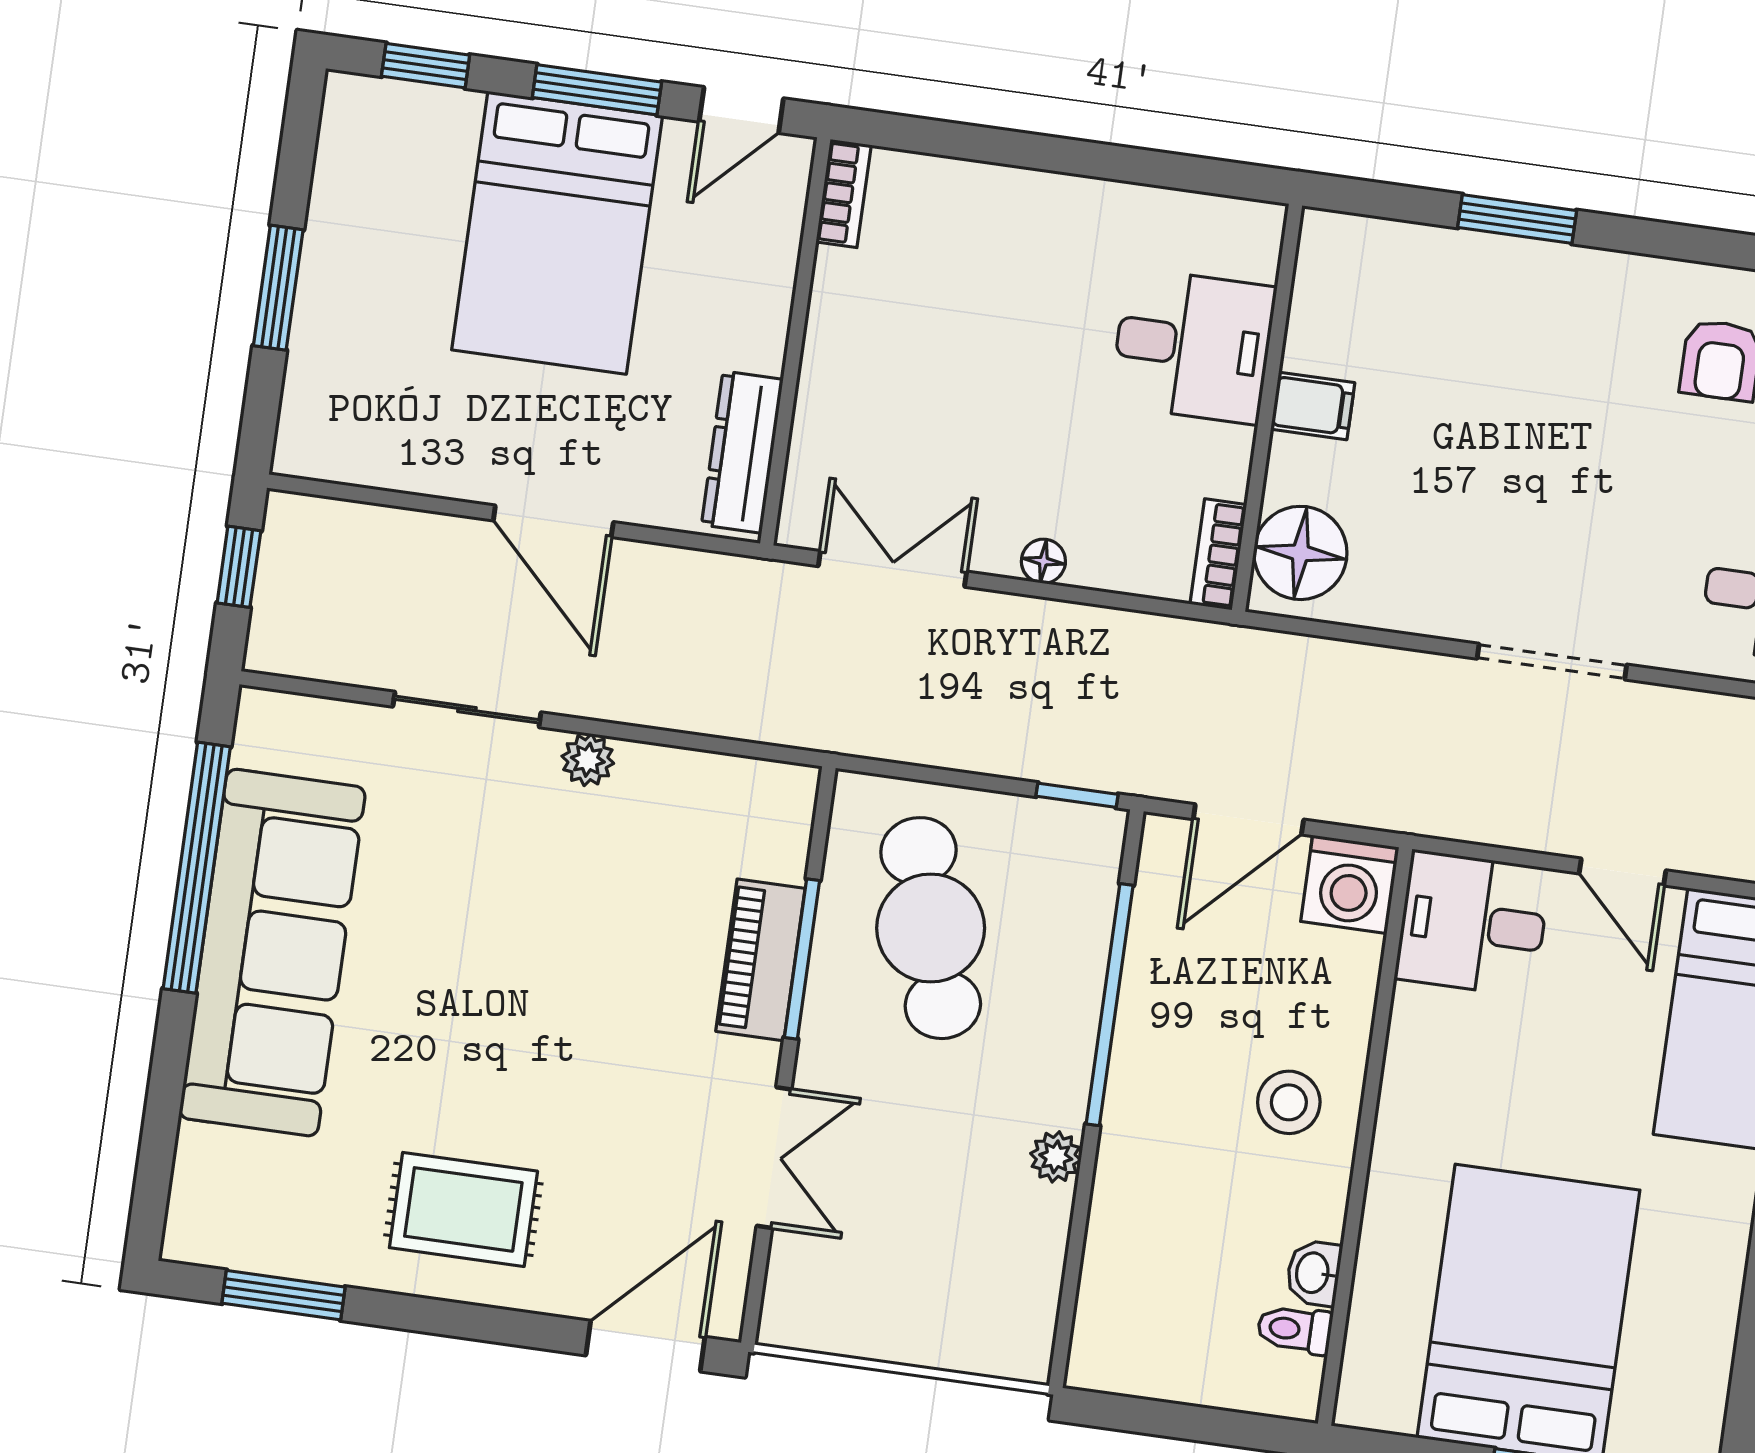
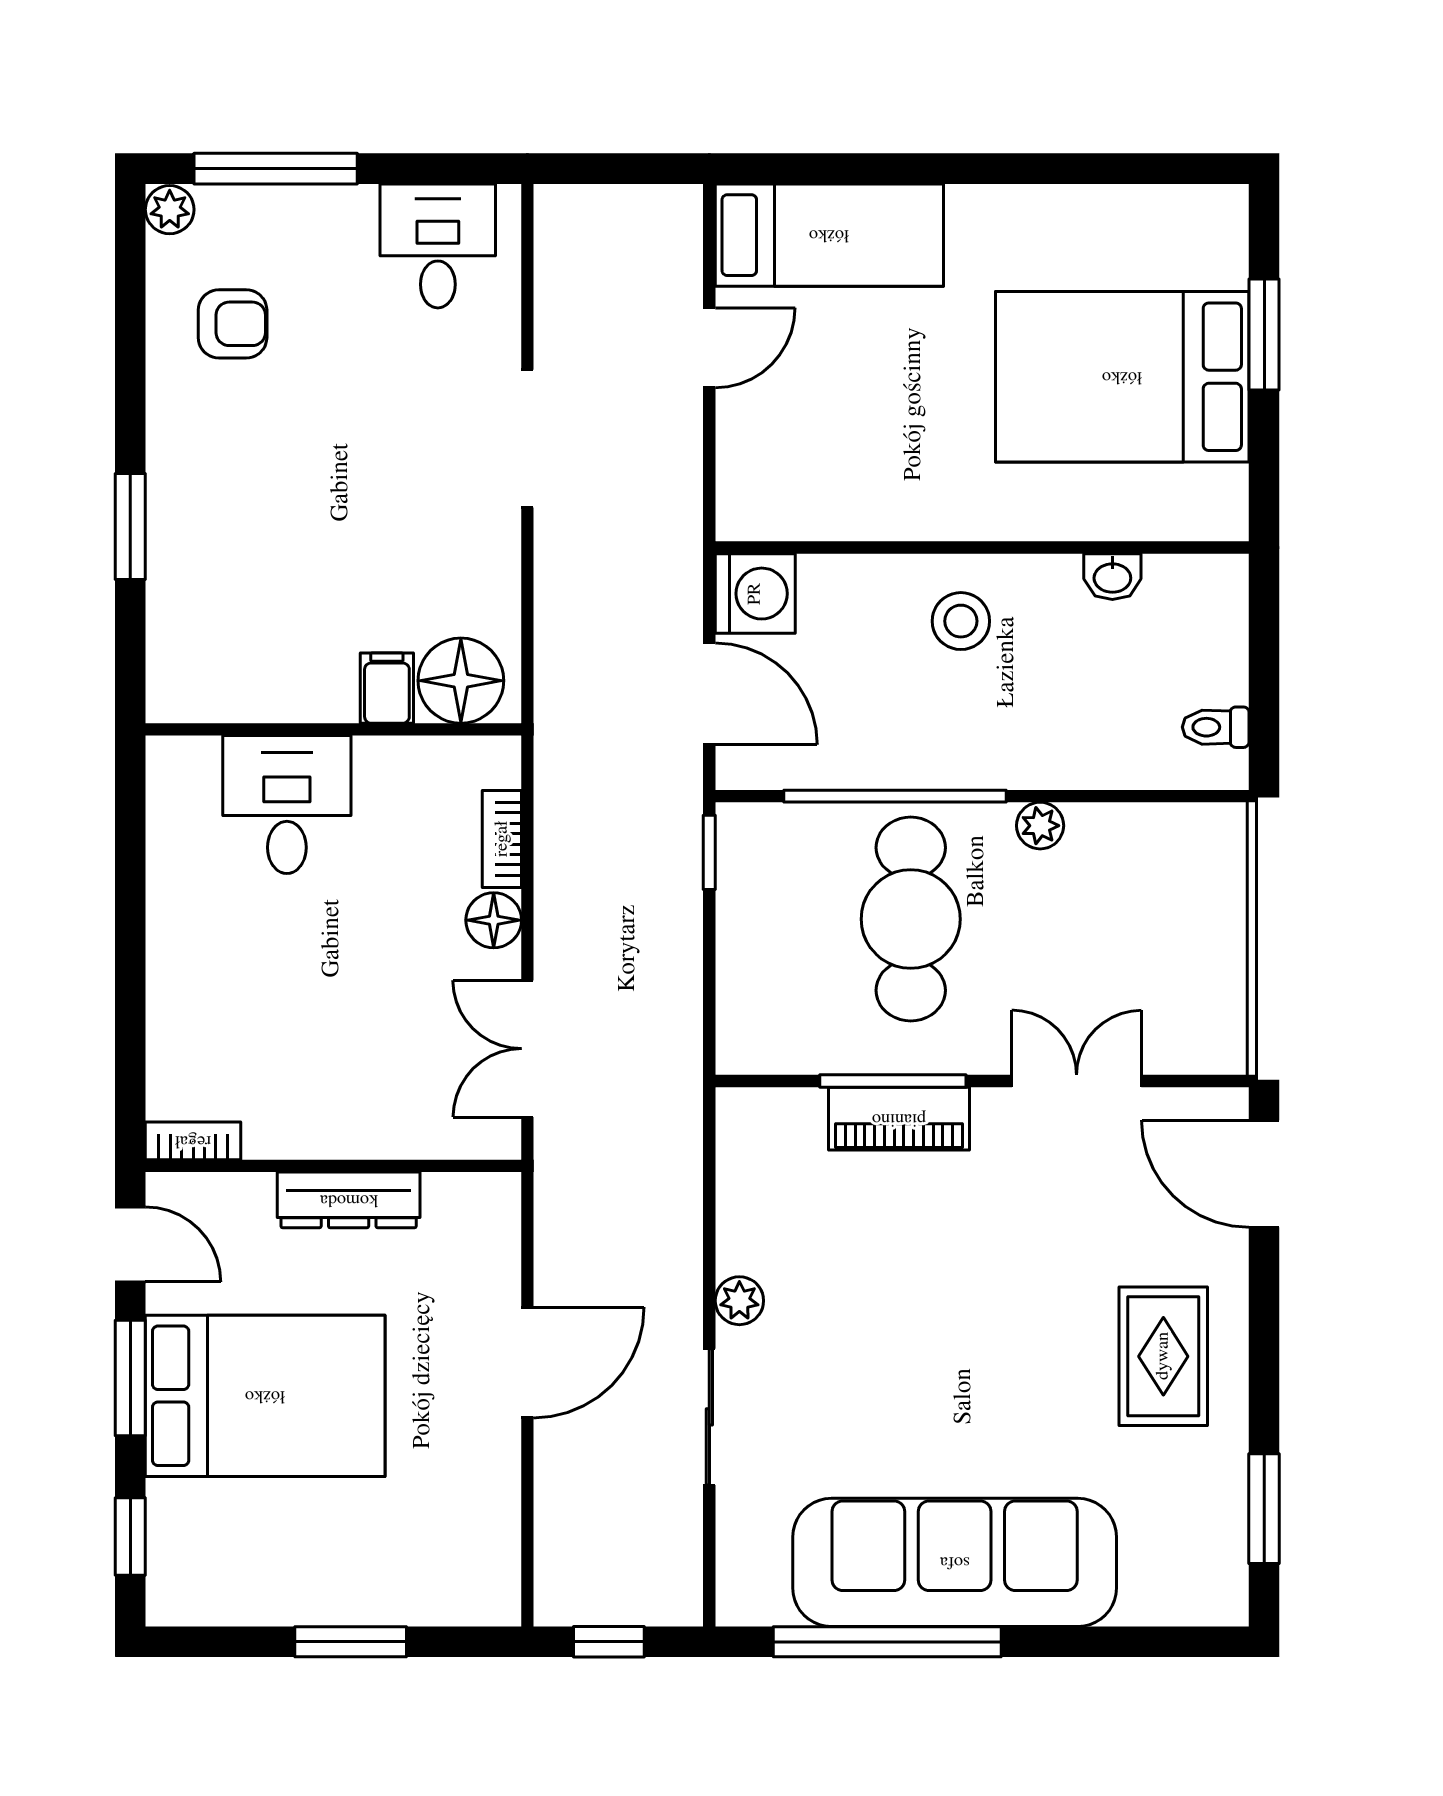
filing cabinet: (1313, 406) -> (387, 688), moved
dresser: (742, 452) -> (349, 1200), moved
bookcase: (1218, 554) -> (502, 839), moved, turned 90
floor lamp: (1043, 561) -> (494, 920), width x1.37, depth x1.37
desk: (1473, 924) -> (775, 477), removed
cafe table: (931, 928) -> (911, 919), moved, turned -73
toilet: (1295, 1330) -> (1216, 727), moved, turned 90

